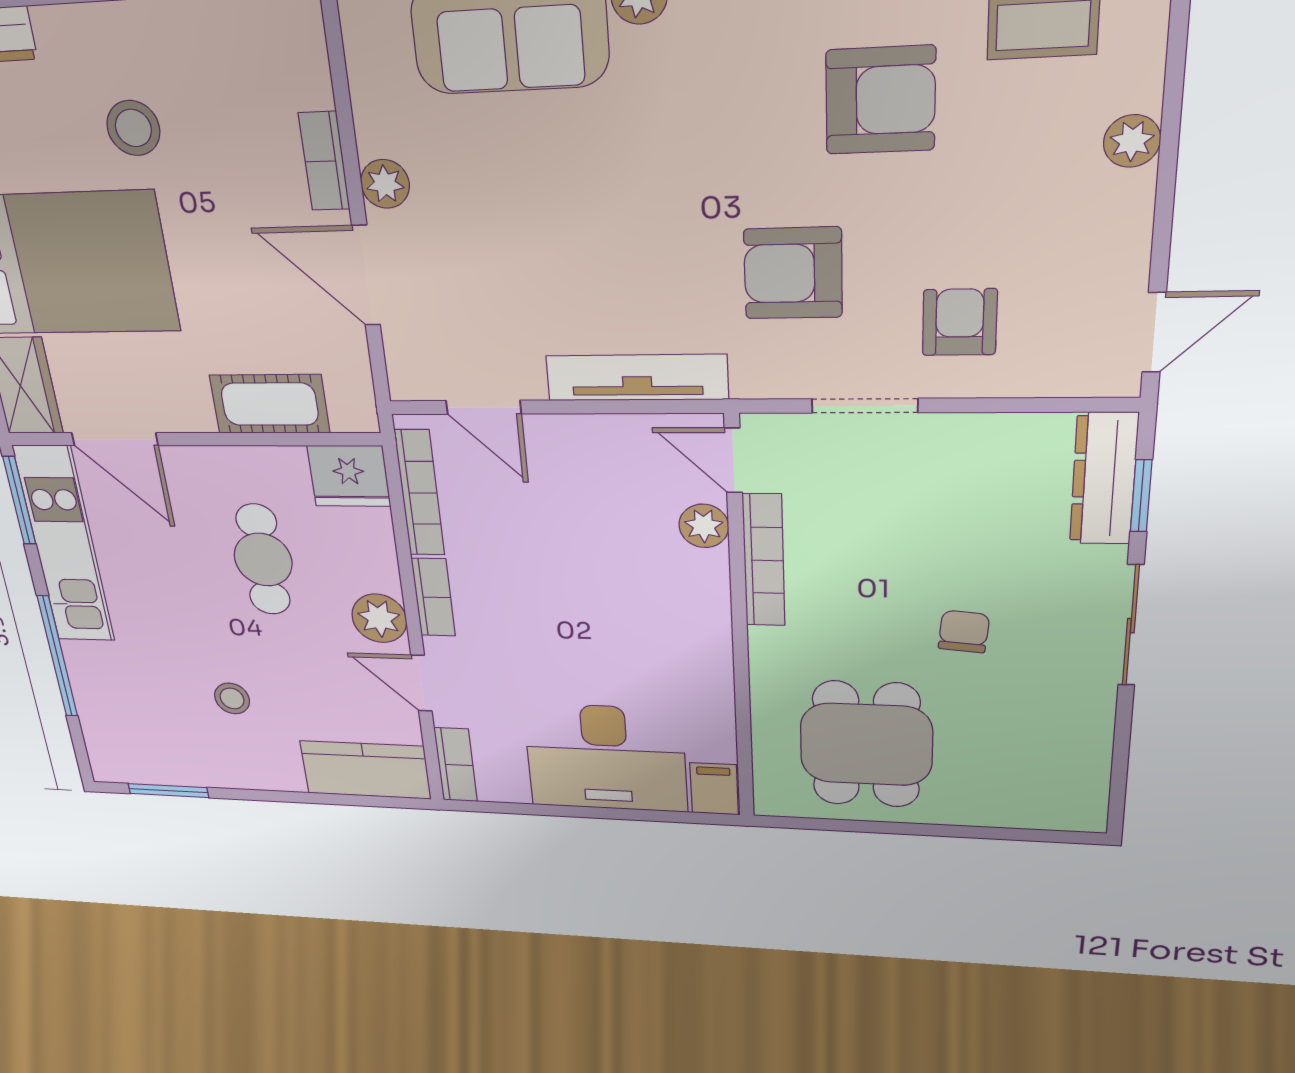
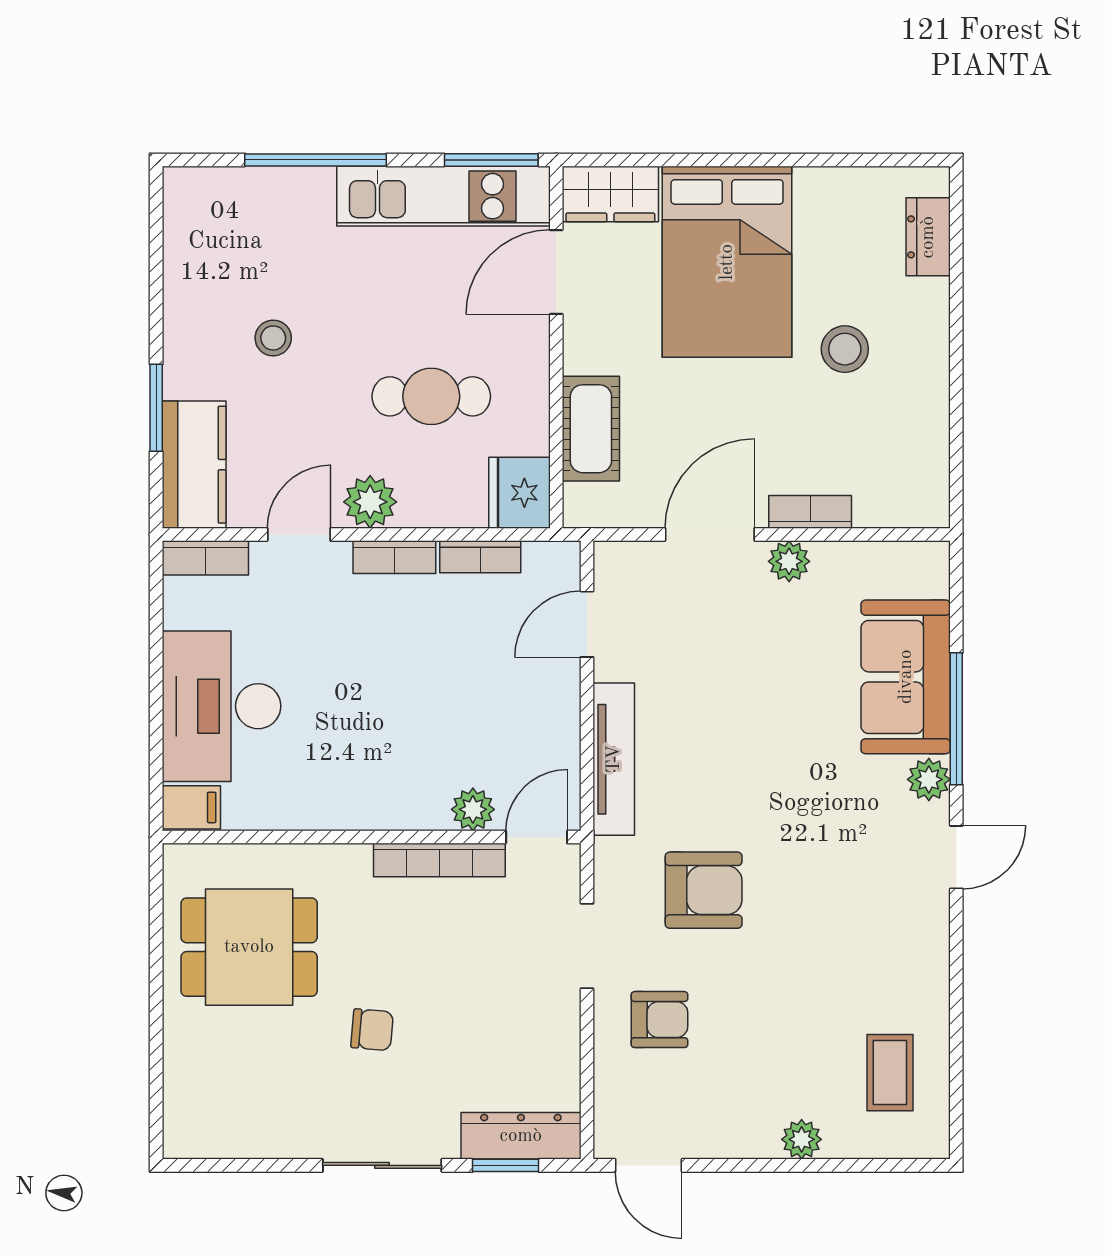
armchair: (880, 100) -> (840, 958), removed
armchair: (793, 273) -> (704, 890), turned 90
bookcase: (420, 493) -> (480, 557), width x0.64
window: (168, 791) -> (156, 408), moved

